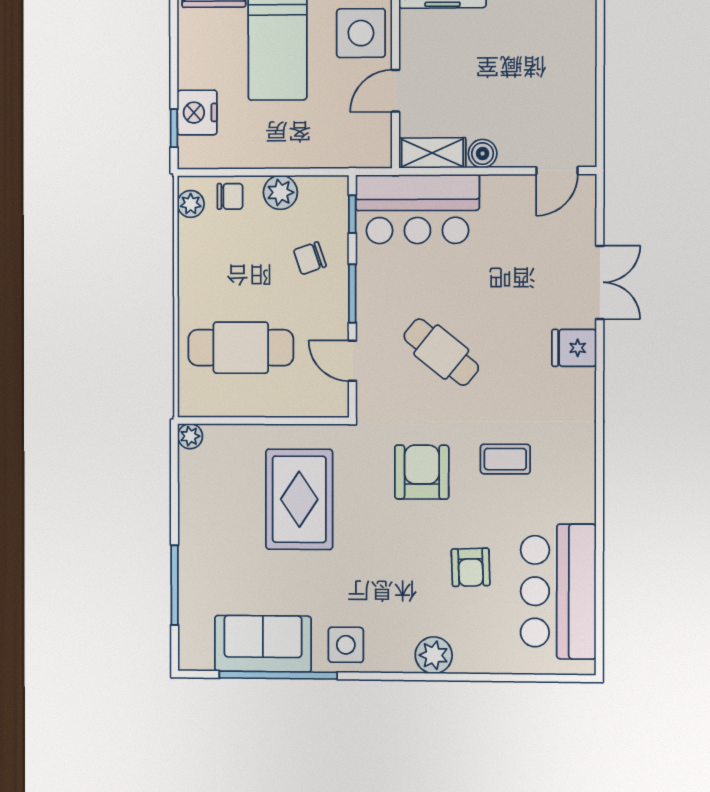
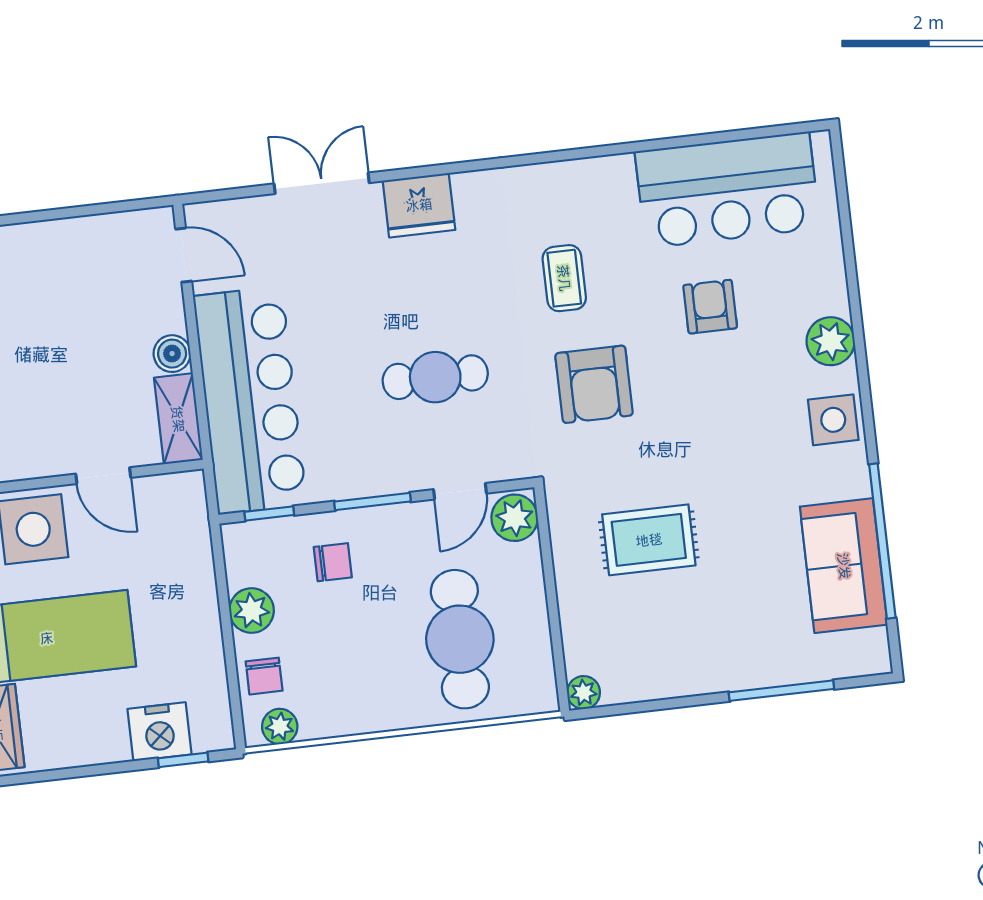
chair: (230, 196) -> (264, 676), turned 180
bar counter: (417, 209) -> (250, 400), width x1.36
chair: (310, 258) -> (333, 562), turned -71
fridge: (574, 348) -> (419, 205), width x1.38
cafe table: (441, 352) -> (435, 377), turned 51
plant: (328, 400) -> (515, 518), added
armchair: (422, 472) -> (594, 384), turned -90
rug: (299, 499) -> (649, 540), width x0.73, depth x0.70
armchair: (471, 567) -> (710, 307), turned -88
side table: (346, 645) -> (833, 420), moved

